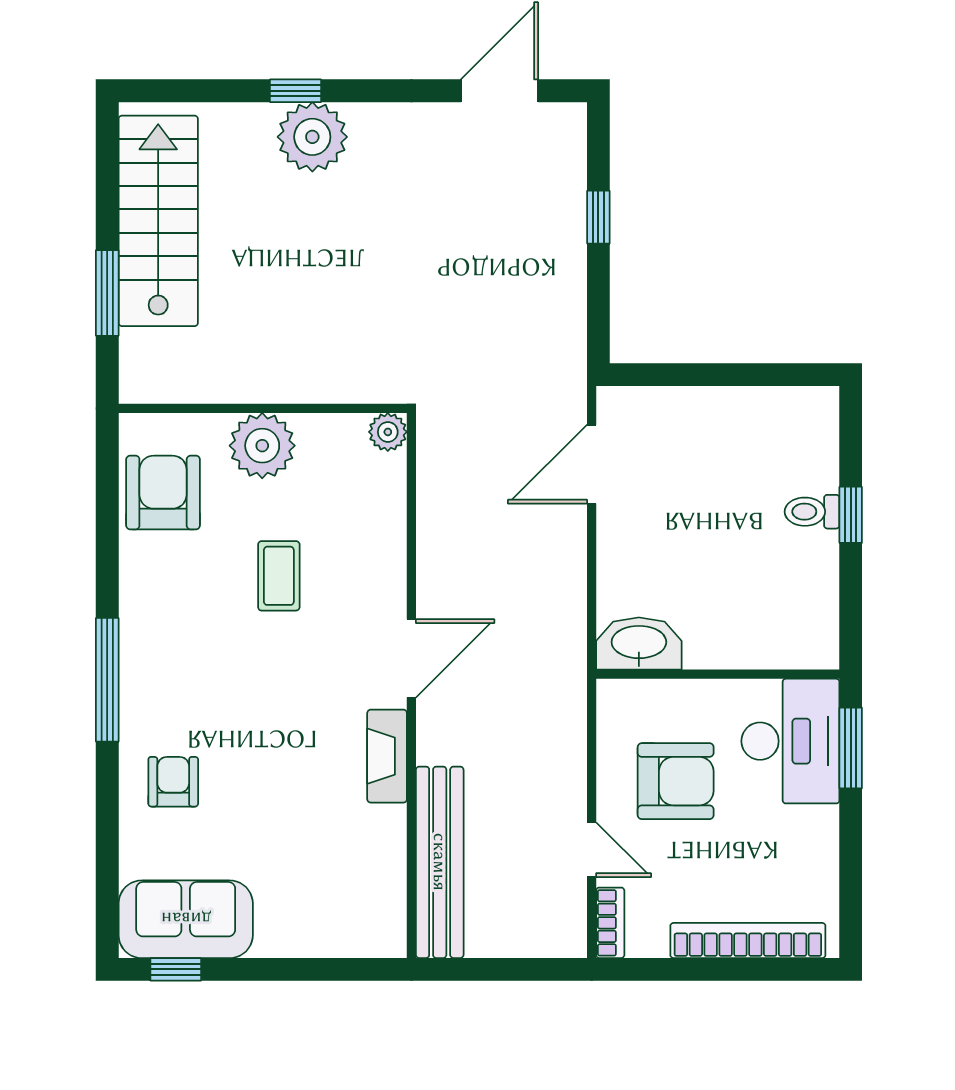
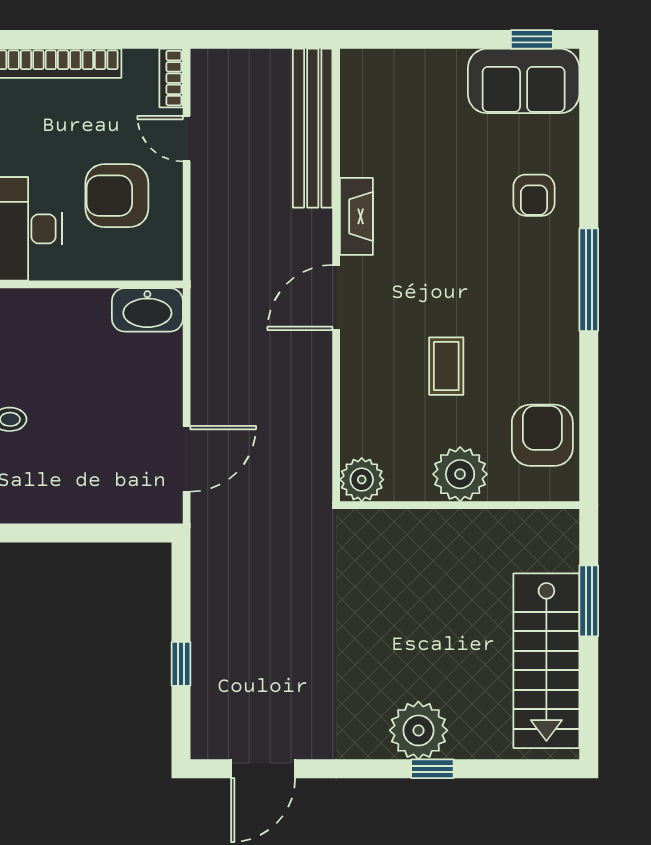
plant: (388, 432) -> (362, 480), width x1.38, depth x1.38
armchair: (163, 492) -> (542, 435), turned 180

